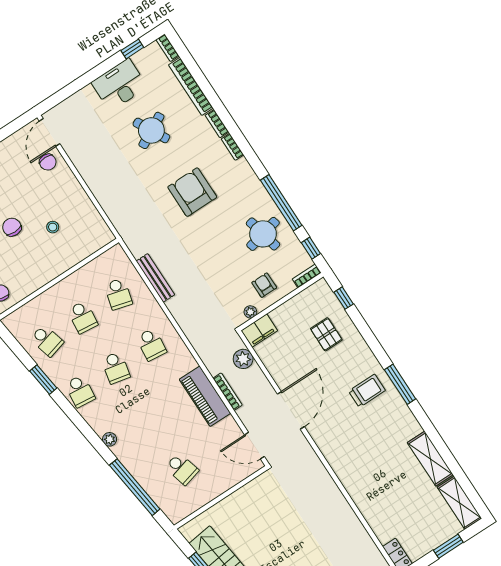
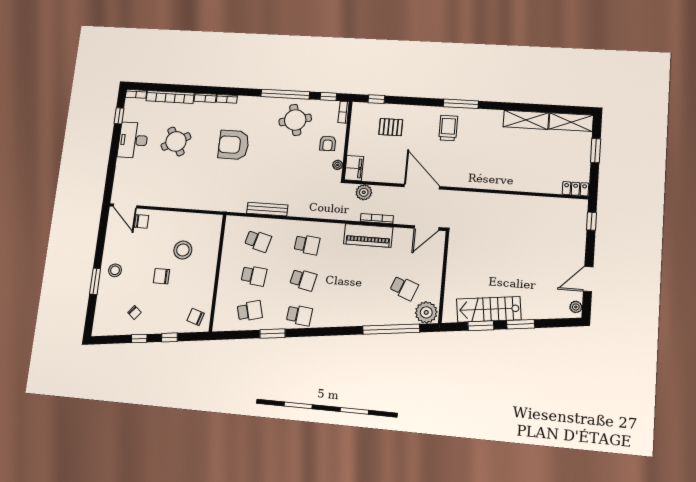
stool: (53, 227) -> (183, 250), width x1.89, depth x1.89
armchair: (264, 285) -> (328, 143), turned -90
plant: (110, 439) -> (426, 312), moved, width x1.88, depth x1.88
school desk: (182, 469) -> (404, 288), turned 36

